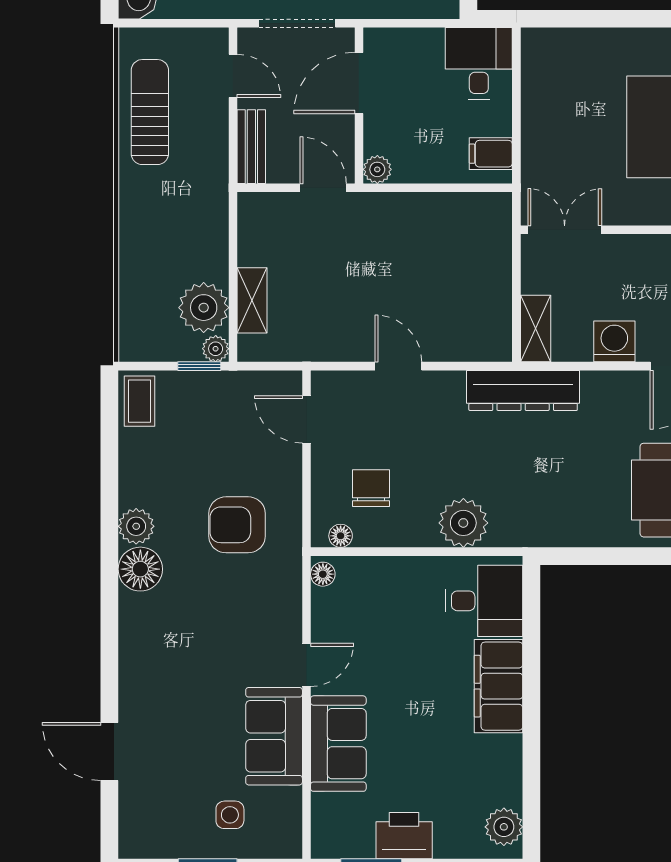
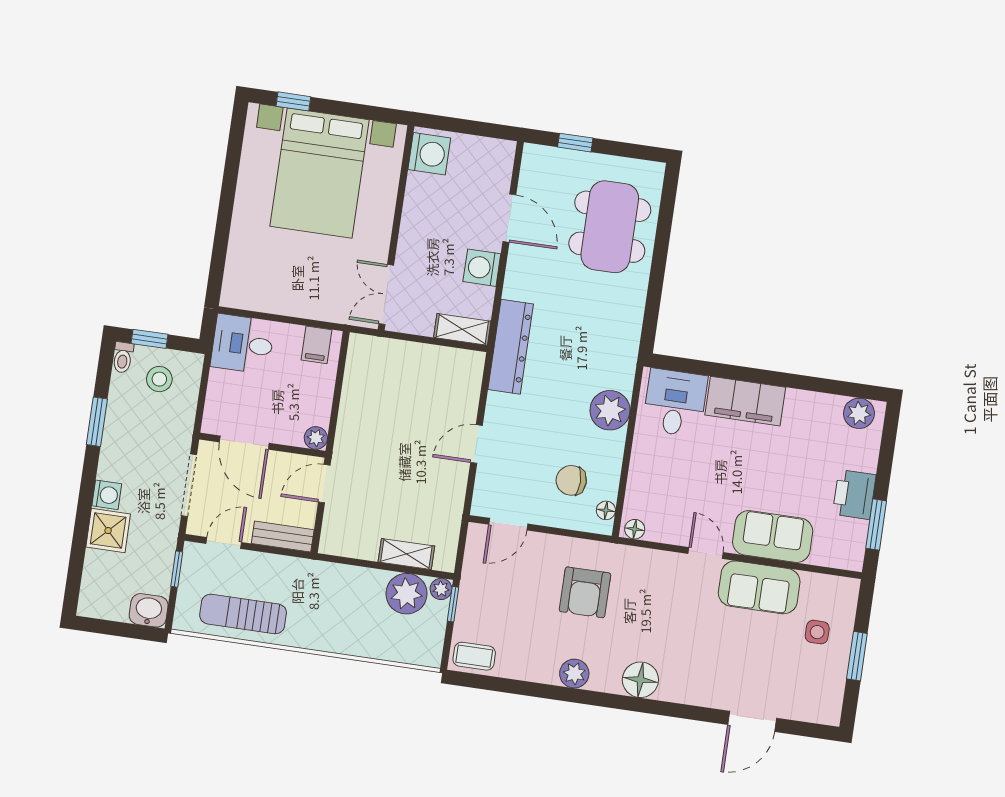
window: (193, 23) -> (177, 569), added
floor lamp: (140, 569) -> (640, 680), moved

